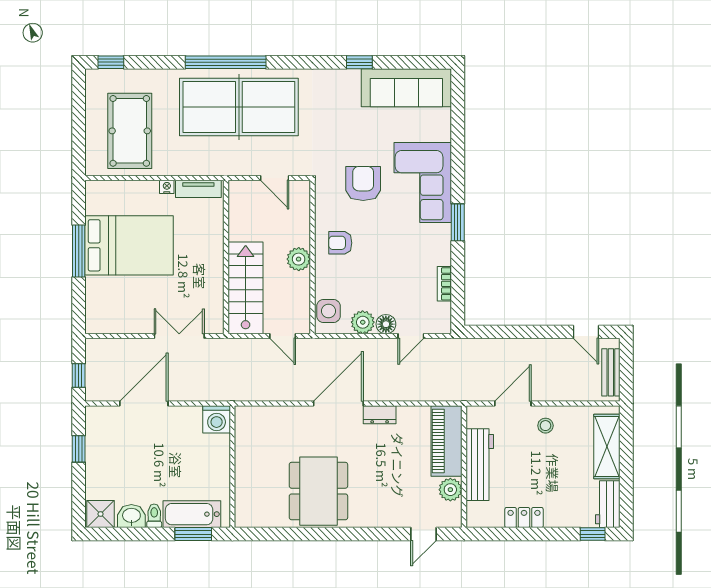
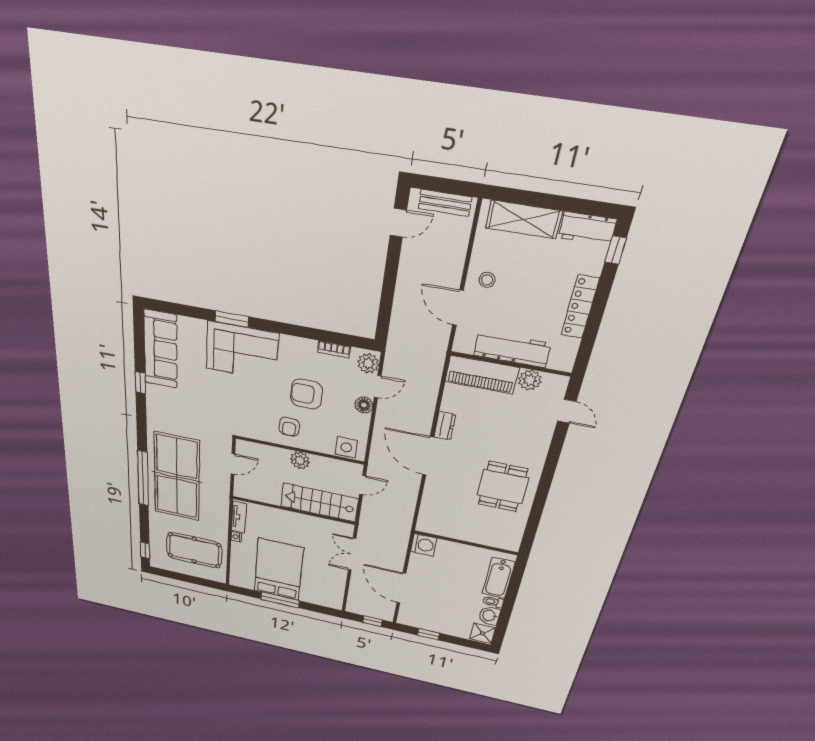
armchair: (363, 183) -> (306, 394), moved
window: (458, 222) -> (232, 319), moved
plant: (363, 322) -> (368, 363), moved
door: (411, 336) -> (378, 387), hinge flipped
dining table: (318, 491) -> (503, 487), width x0.73
locker: (524, 518) -> (580, 307), width x1.53
window: (193, 534) -> (515, 581), removed

